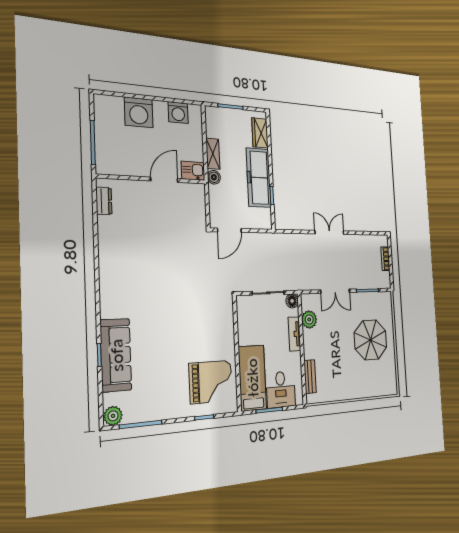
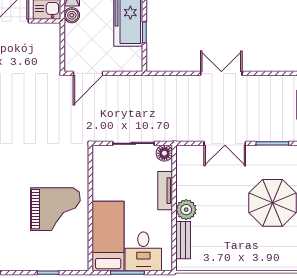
plant: (309, 320) -> (186, 210), moved
grand piano: (211, 382) -> (55, 209), moved

